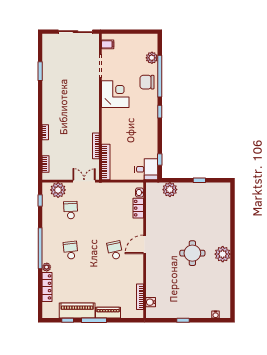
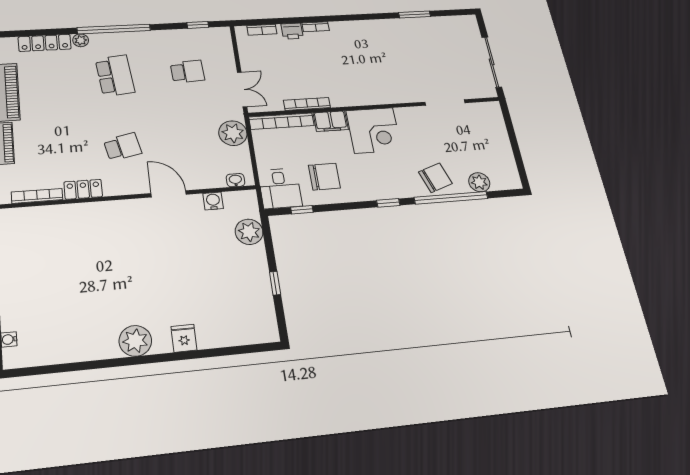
filing cabinet: (108, 44) -> (331, 121), moved, width x2.00
chair: (147, 82) -> (435, 178), turned 71
corner desk: (115, 94) -> (374, 130), moved
chair: (141, 144) -> (324, 177), added
printer: (47, 147) -> (292, 31), added
plant: (58, 190) -> (233, 133), moved
locker: (138, 208) -> (83, 189), moved
fridge: (224, 230) -> (184, 338), added
door: (145, 244) -> (169, 194), moved
school desk: (71, 250) -> (115, 76), width x1.85
round table: (192, 253) -> (131, 283), removed
water cooler: (151, 302) -> (213, 201), moved

